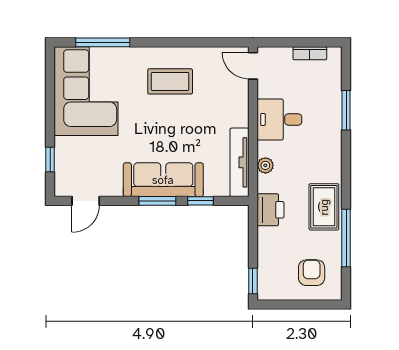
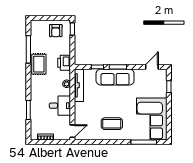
door: (253, 66) -> (72, 131), hinge flipped
armchair: (312, 273) -> (56, 31), moved

